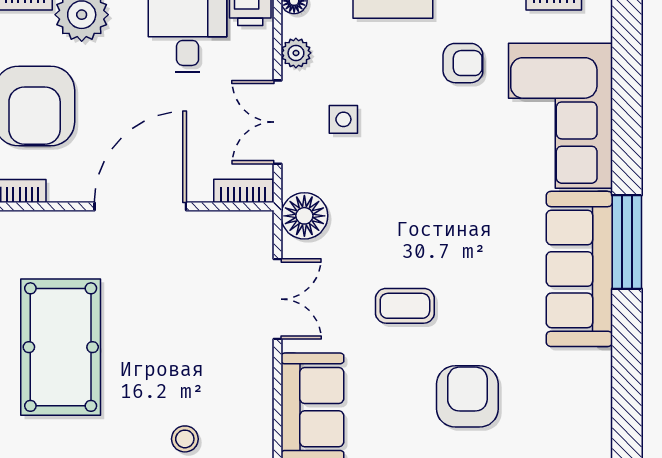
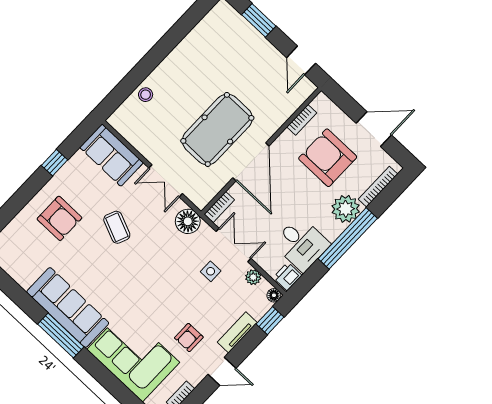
coffee table: (405, 306) -> (117, 227), turned -67
pool table: (61, 347) -> (217, 129), moved, turned 90

